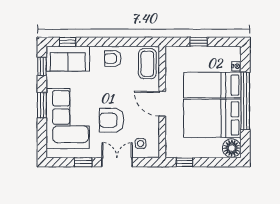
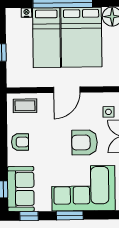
armchair: (113, 59) -> (20, 142), turned -90
coffee table: (147, 64) -> (25, 106), width x0.73, depth x0.77
armchair: (112, 120) -> (84, 142), turned 90

